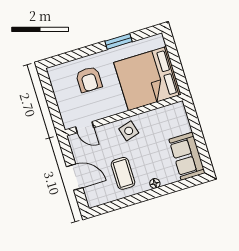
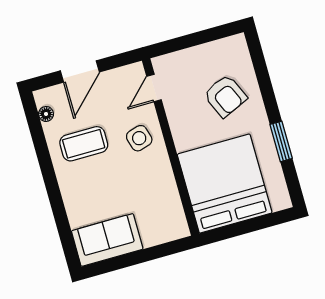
armchair: (89, 79) -> (225, 96), turned -114
side table: (129, 131) -> (139, 138), moved
floor lamp: (155, 183) -> (46, 114), moved

